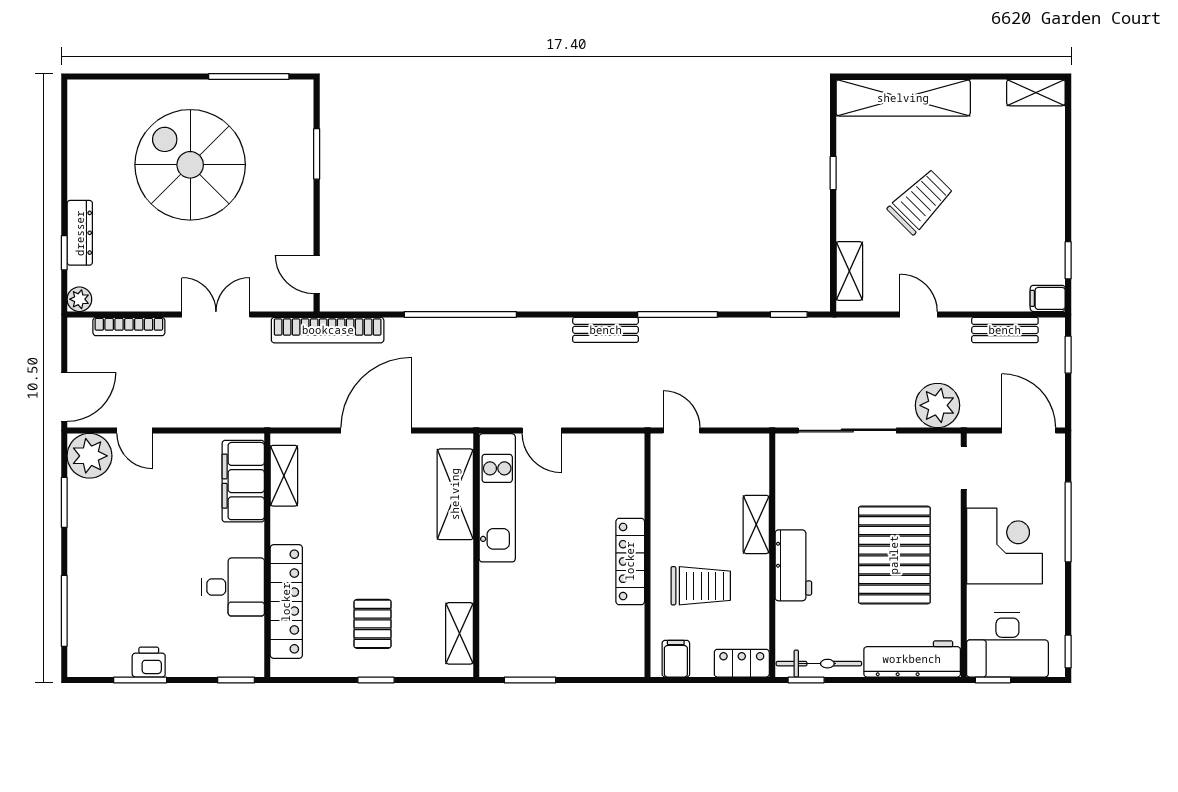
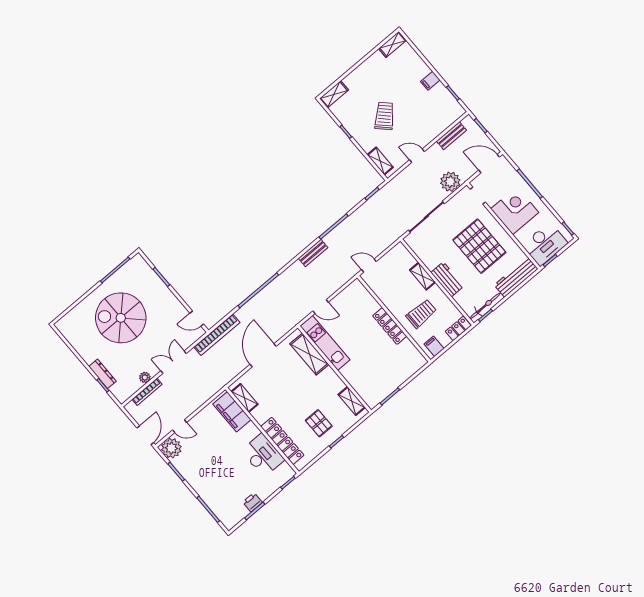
shelving: (903, 98) -> (334, 94), width x0.45, depth x0.75
filing cabinet: (1048, 298) -> (430, 81), moved
plant: (79, 299) -> (145, 377), moved
desk: (233, 587) -> (263, 455), width x1.37

